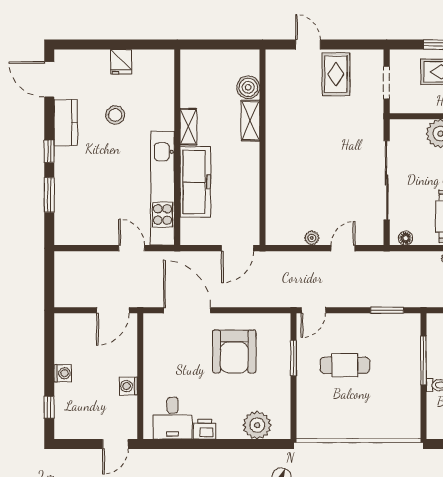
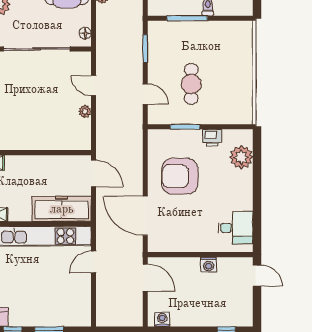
freezer: (195, 182) -> (62, 209), moved
door: (187, 310) -> (145, 216), hinge flipped
door: (313, 310) -> (145, 94), moved
armchair: (234, 352) -> (180, 176), turned 180
washing machine: (63, 373) -> (162, 319), moved
printer: (205, 429) -> (212, 138), moved, turned -90

